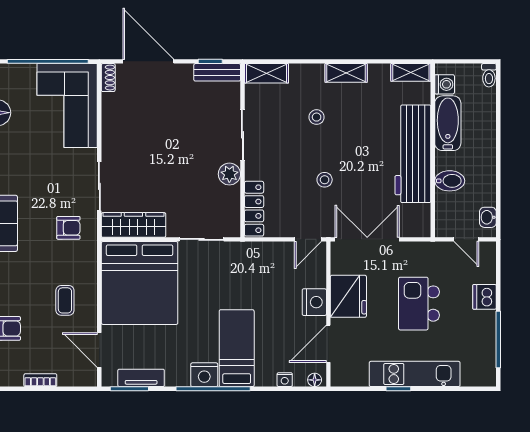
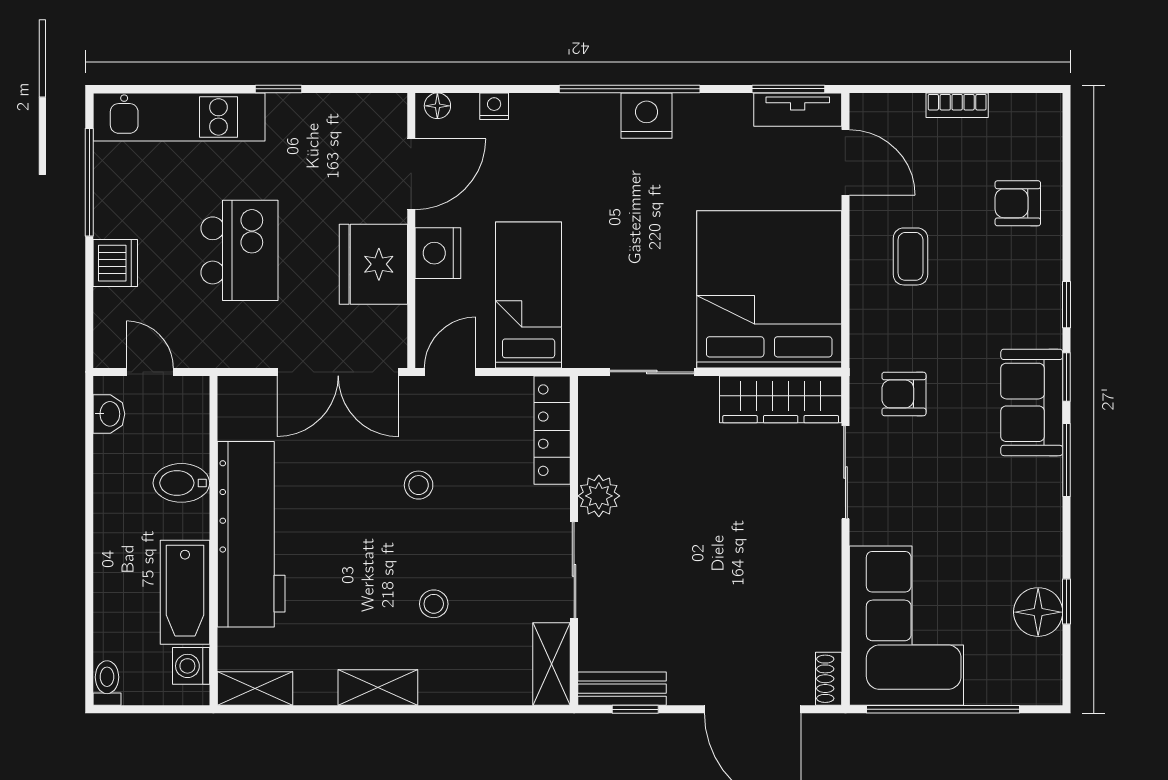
shelving: (266, 73) -> (552, 664), moved, turned 90
bed: (237, 348) -> (529, 295), moved, turned 180
kitchen unit: (415, 374) -> (179, 117), moved
tv unit: (141, 378) -> (798, 110), moved

